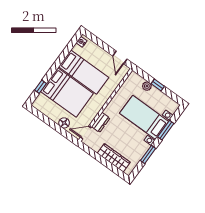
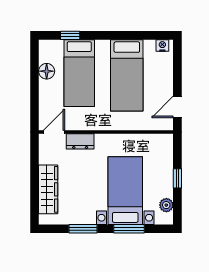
plant: (147, 86) -> (166, 205), moved
bed: (67, 92) -> (79, 73), width x0.67
floor lamp: (64, 123) -> (47, 71), moved
door: (86, 133) -> (54, 132), hinge flipped

